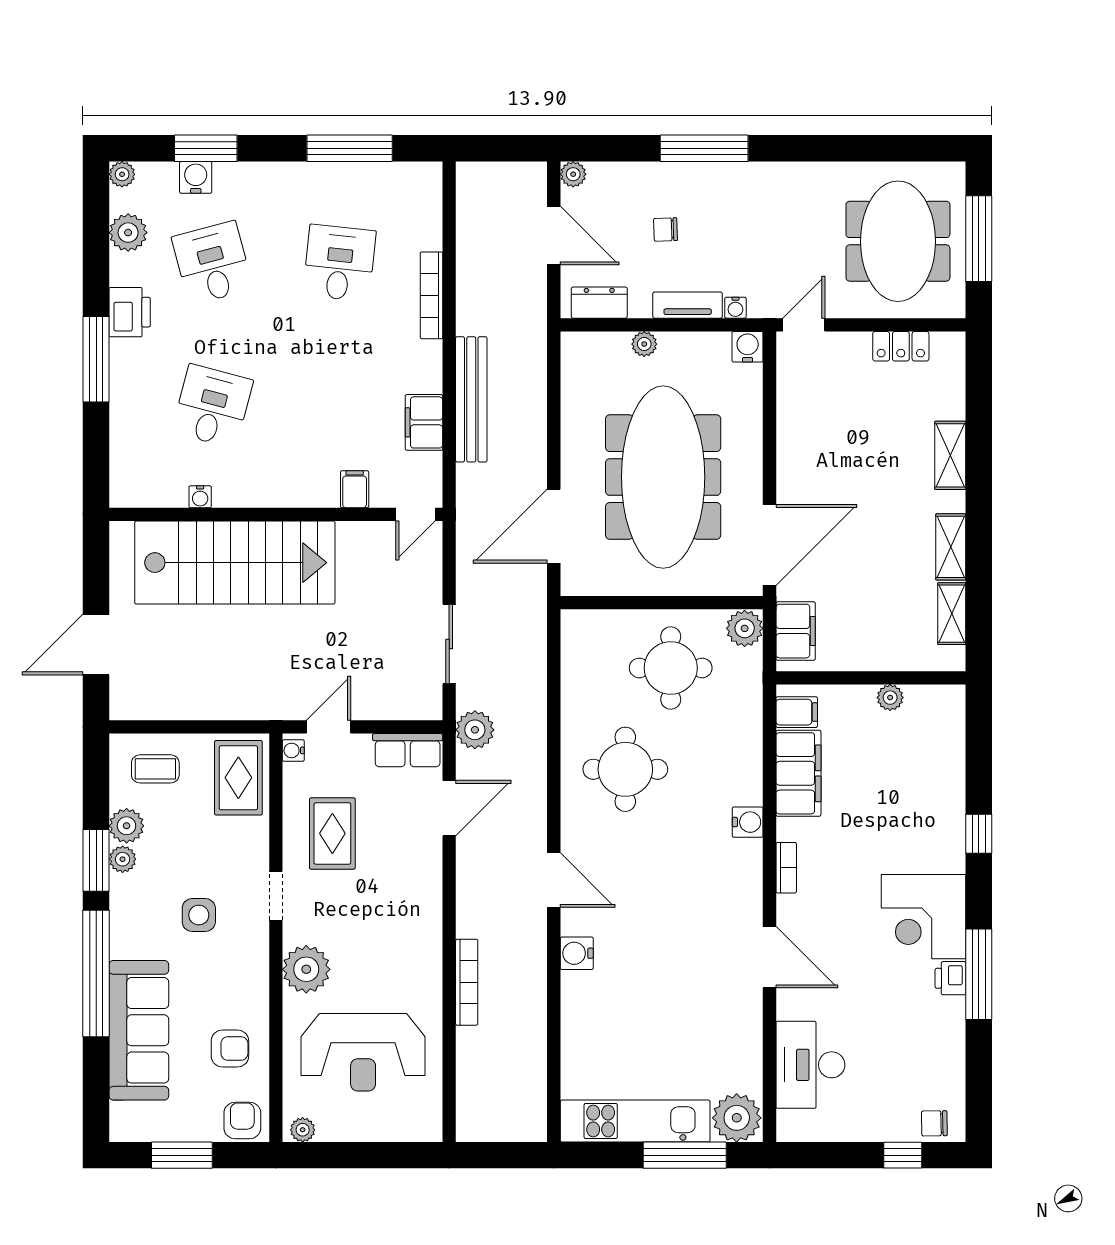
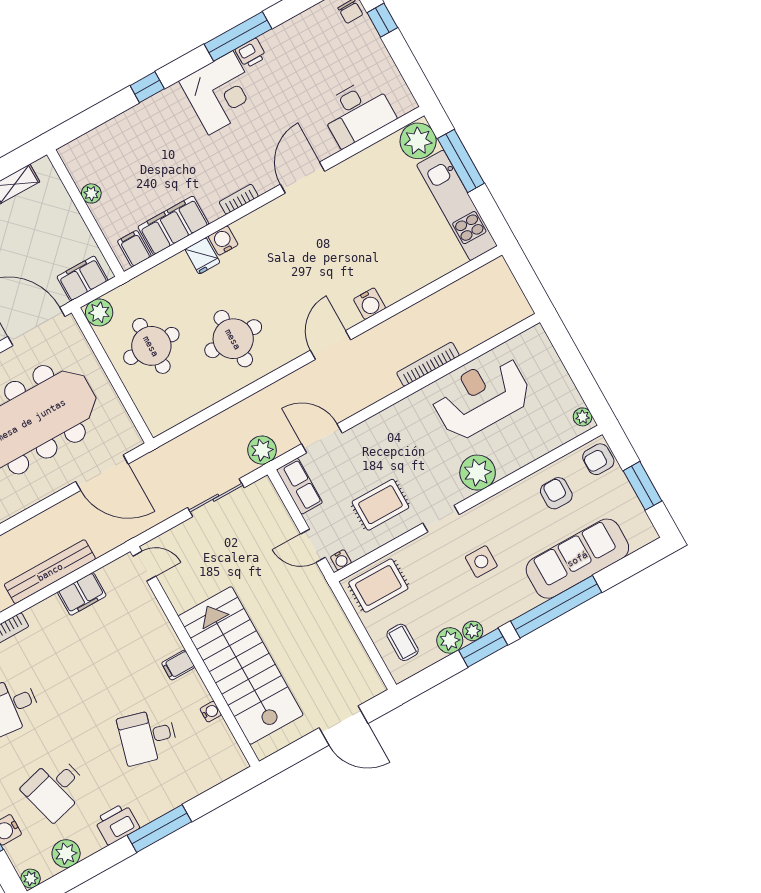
filing cabinet: (355, 489) -> (178, 665), moved
fridge: (743, 788) -> (202, 256), added
reception desk: (363, 1052) -> (481, 397), moved, turned -90

